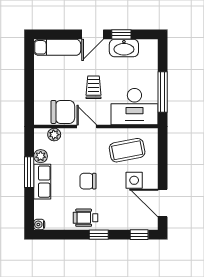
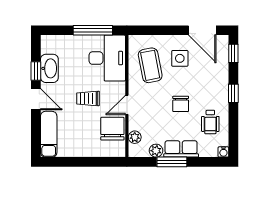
door: (163, 203) -> (202, 30), hinge flipped
wheelchair: (86, 218) -> (210, 122), moved

